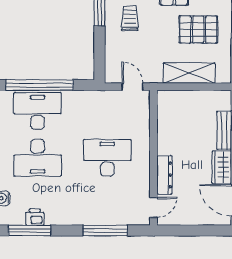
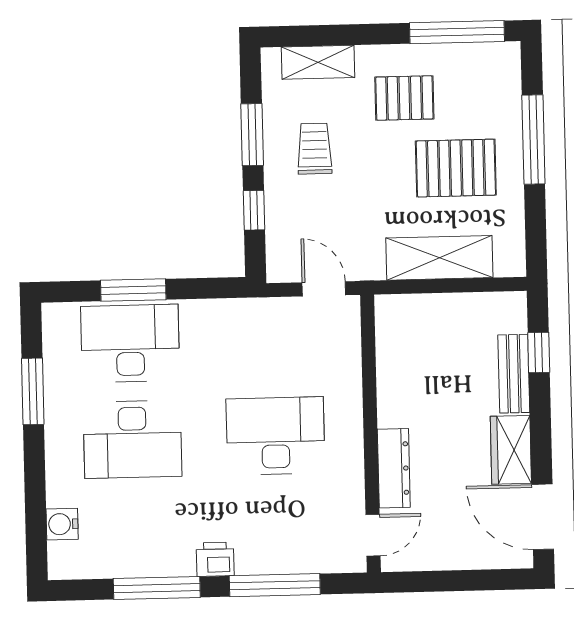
window: (99, 48) -> (254, 210), added
window: (40, 85) -> (133, 290), width x0.47
printer: (35, 217) -> (215, 559), moved
window: (30, 230) -> (157, 588), moved

